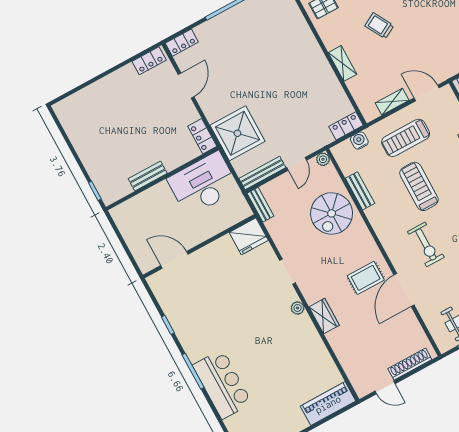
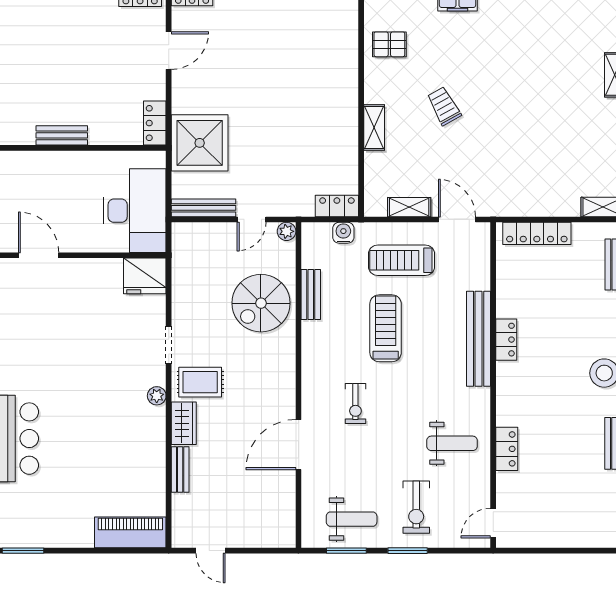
desk: (203, 184) -> (135, 211), moved, turned 90
bench: (260, 205) -> (180, 469), moved
exercise bike: (426, 244) -> (355, 404), width x0.73, depth x0.72
rug: (366, 278) -> (200, 382), moved
shoe rack: (410, 364) -> (256, 539), removed

